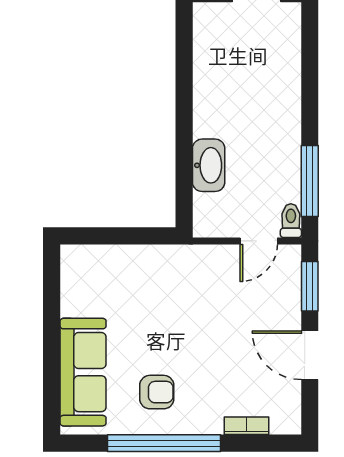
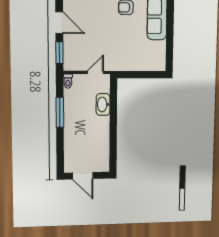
window: (310, 181) -> (60, 112), moved
door: (259, 241) -> (95, 72), moved

